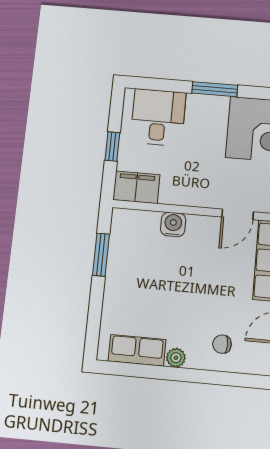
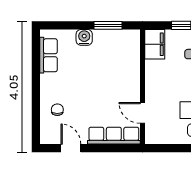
water cooler: (173, 224) -> (84, 37), moved, turned -90
plant: (176, 358) -> (46, 81), removed

